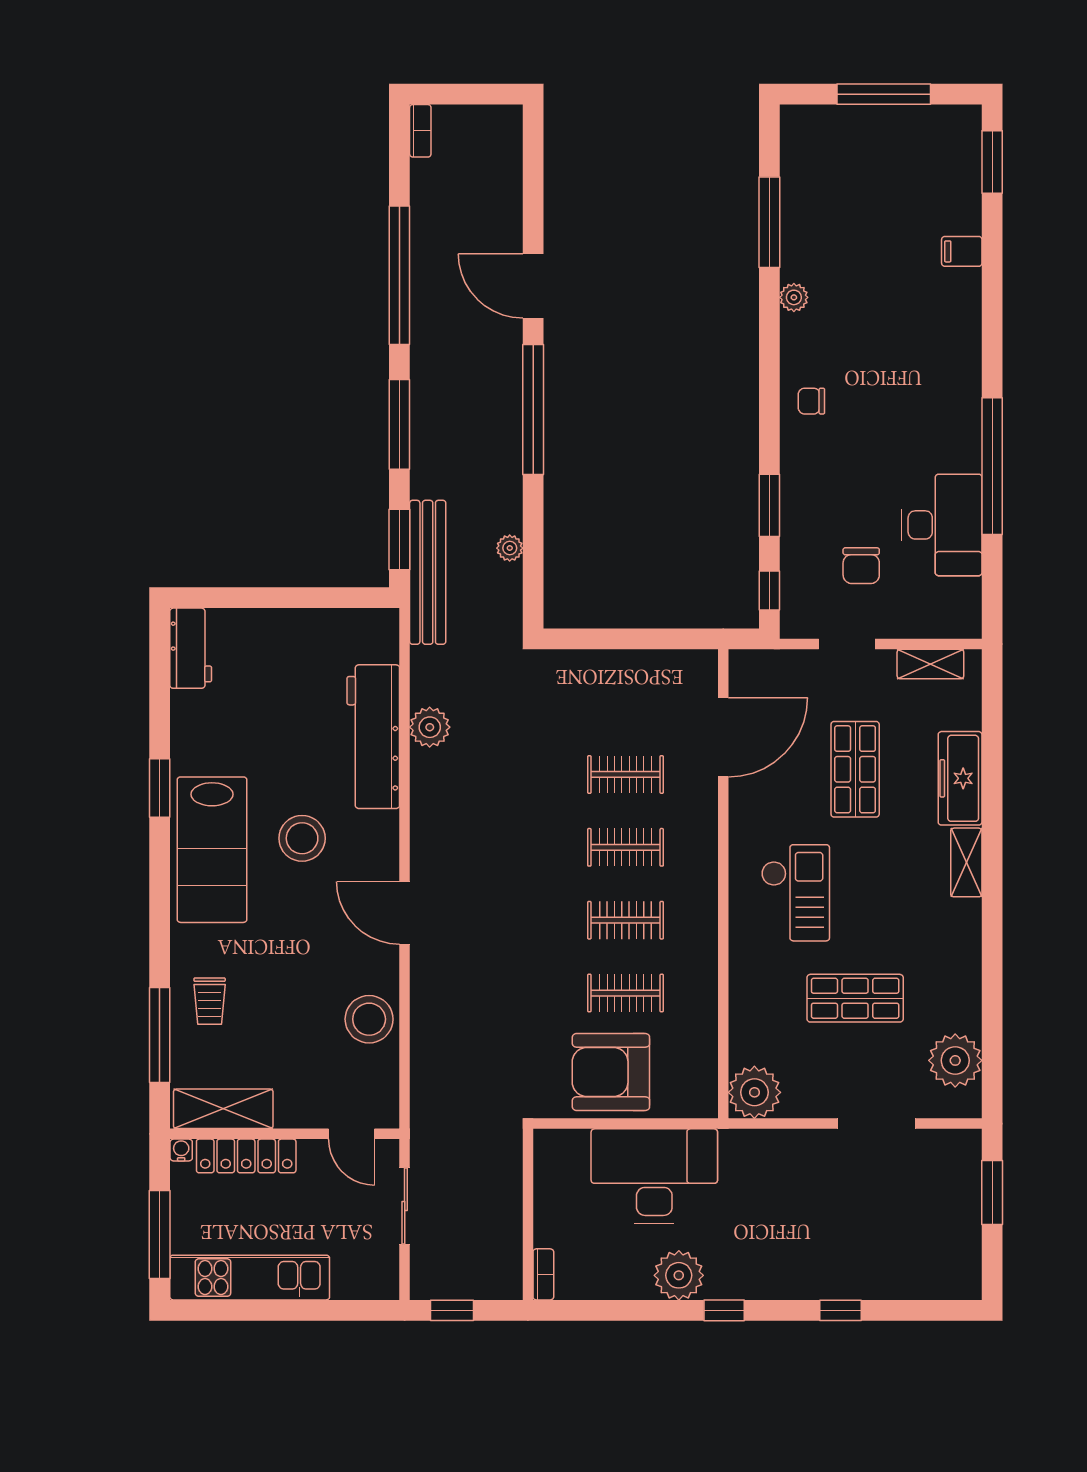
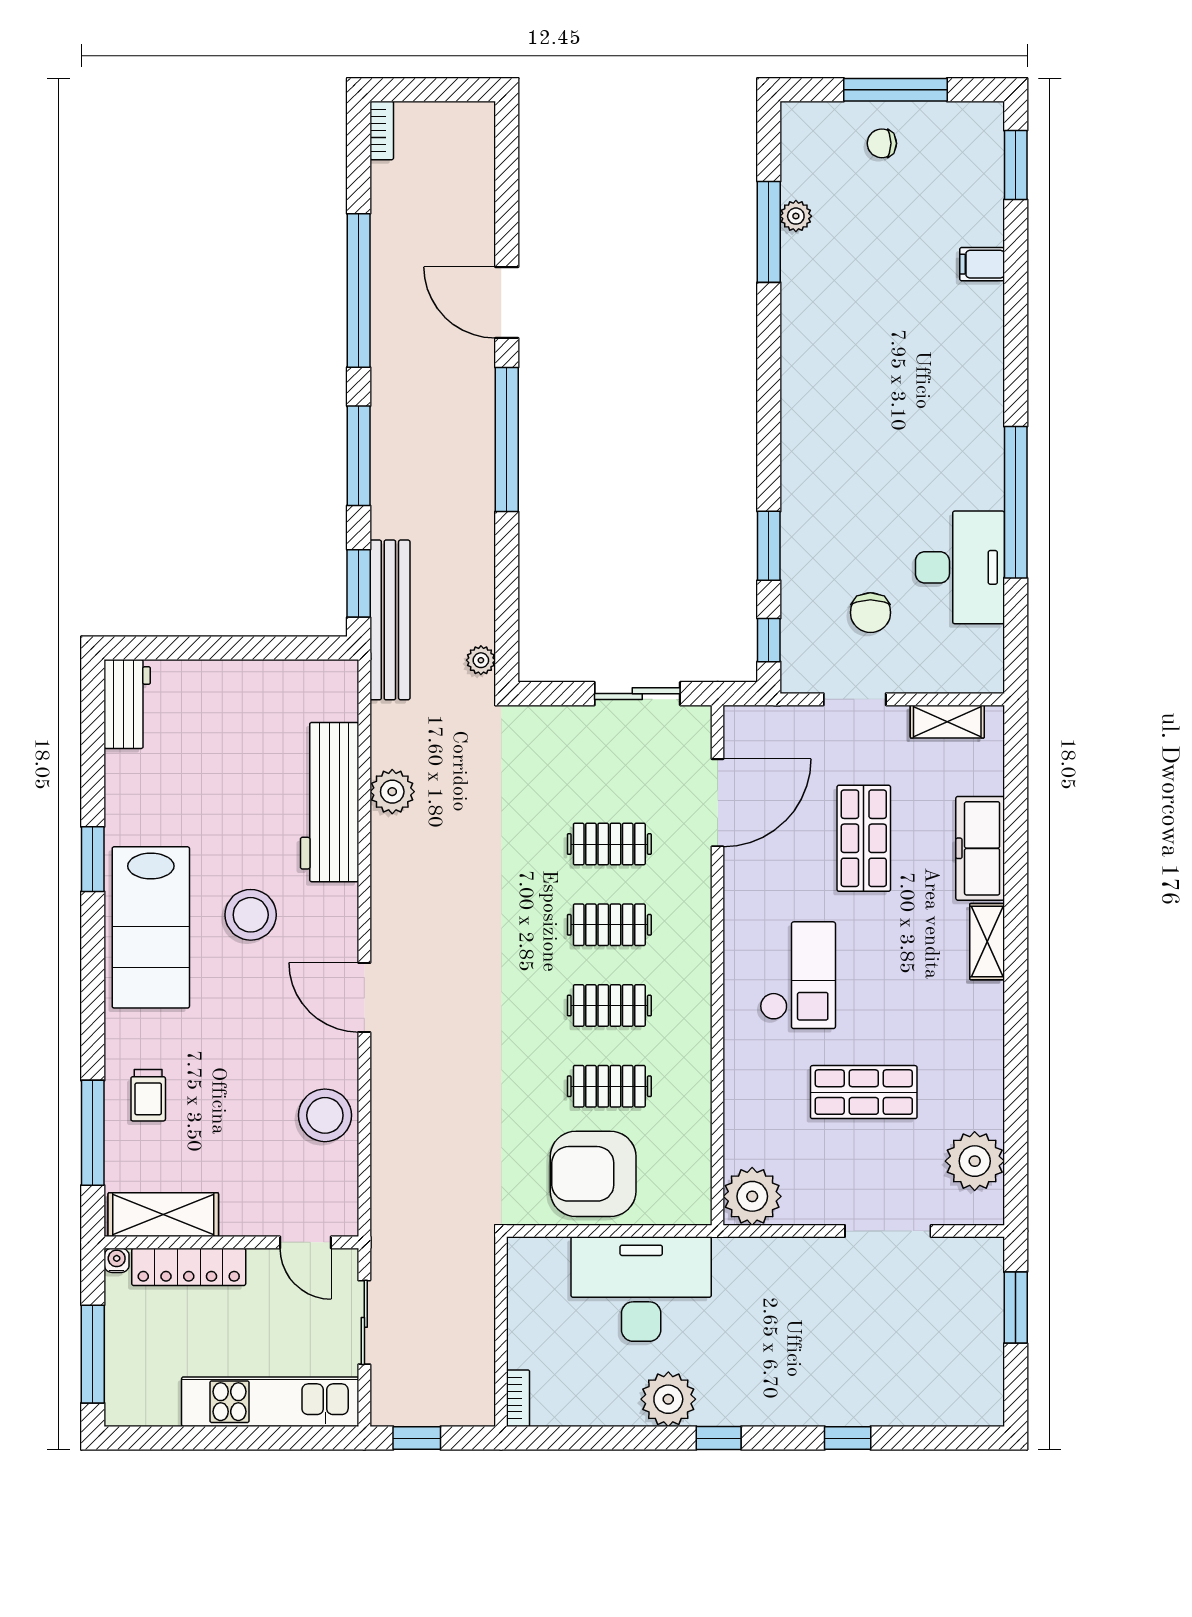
plant: (794, 297) -> (796, 216), moved
chair: (811, 401) -> (882, 143), moved
plant: (510, 548) -> (481, 660), moved
sliding door: (651, 639) -> (637, 694), added
kitchen unit: (250, 1278) -> (270, 1402), moved

